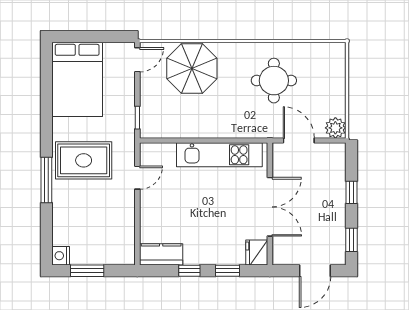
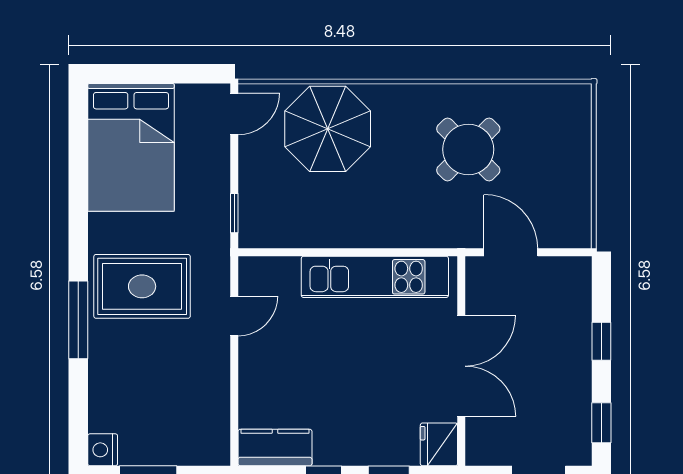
round table: (274, 81) -> (468, 149), turned 45
plant: (335, 128) -> (574, 231), removed

